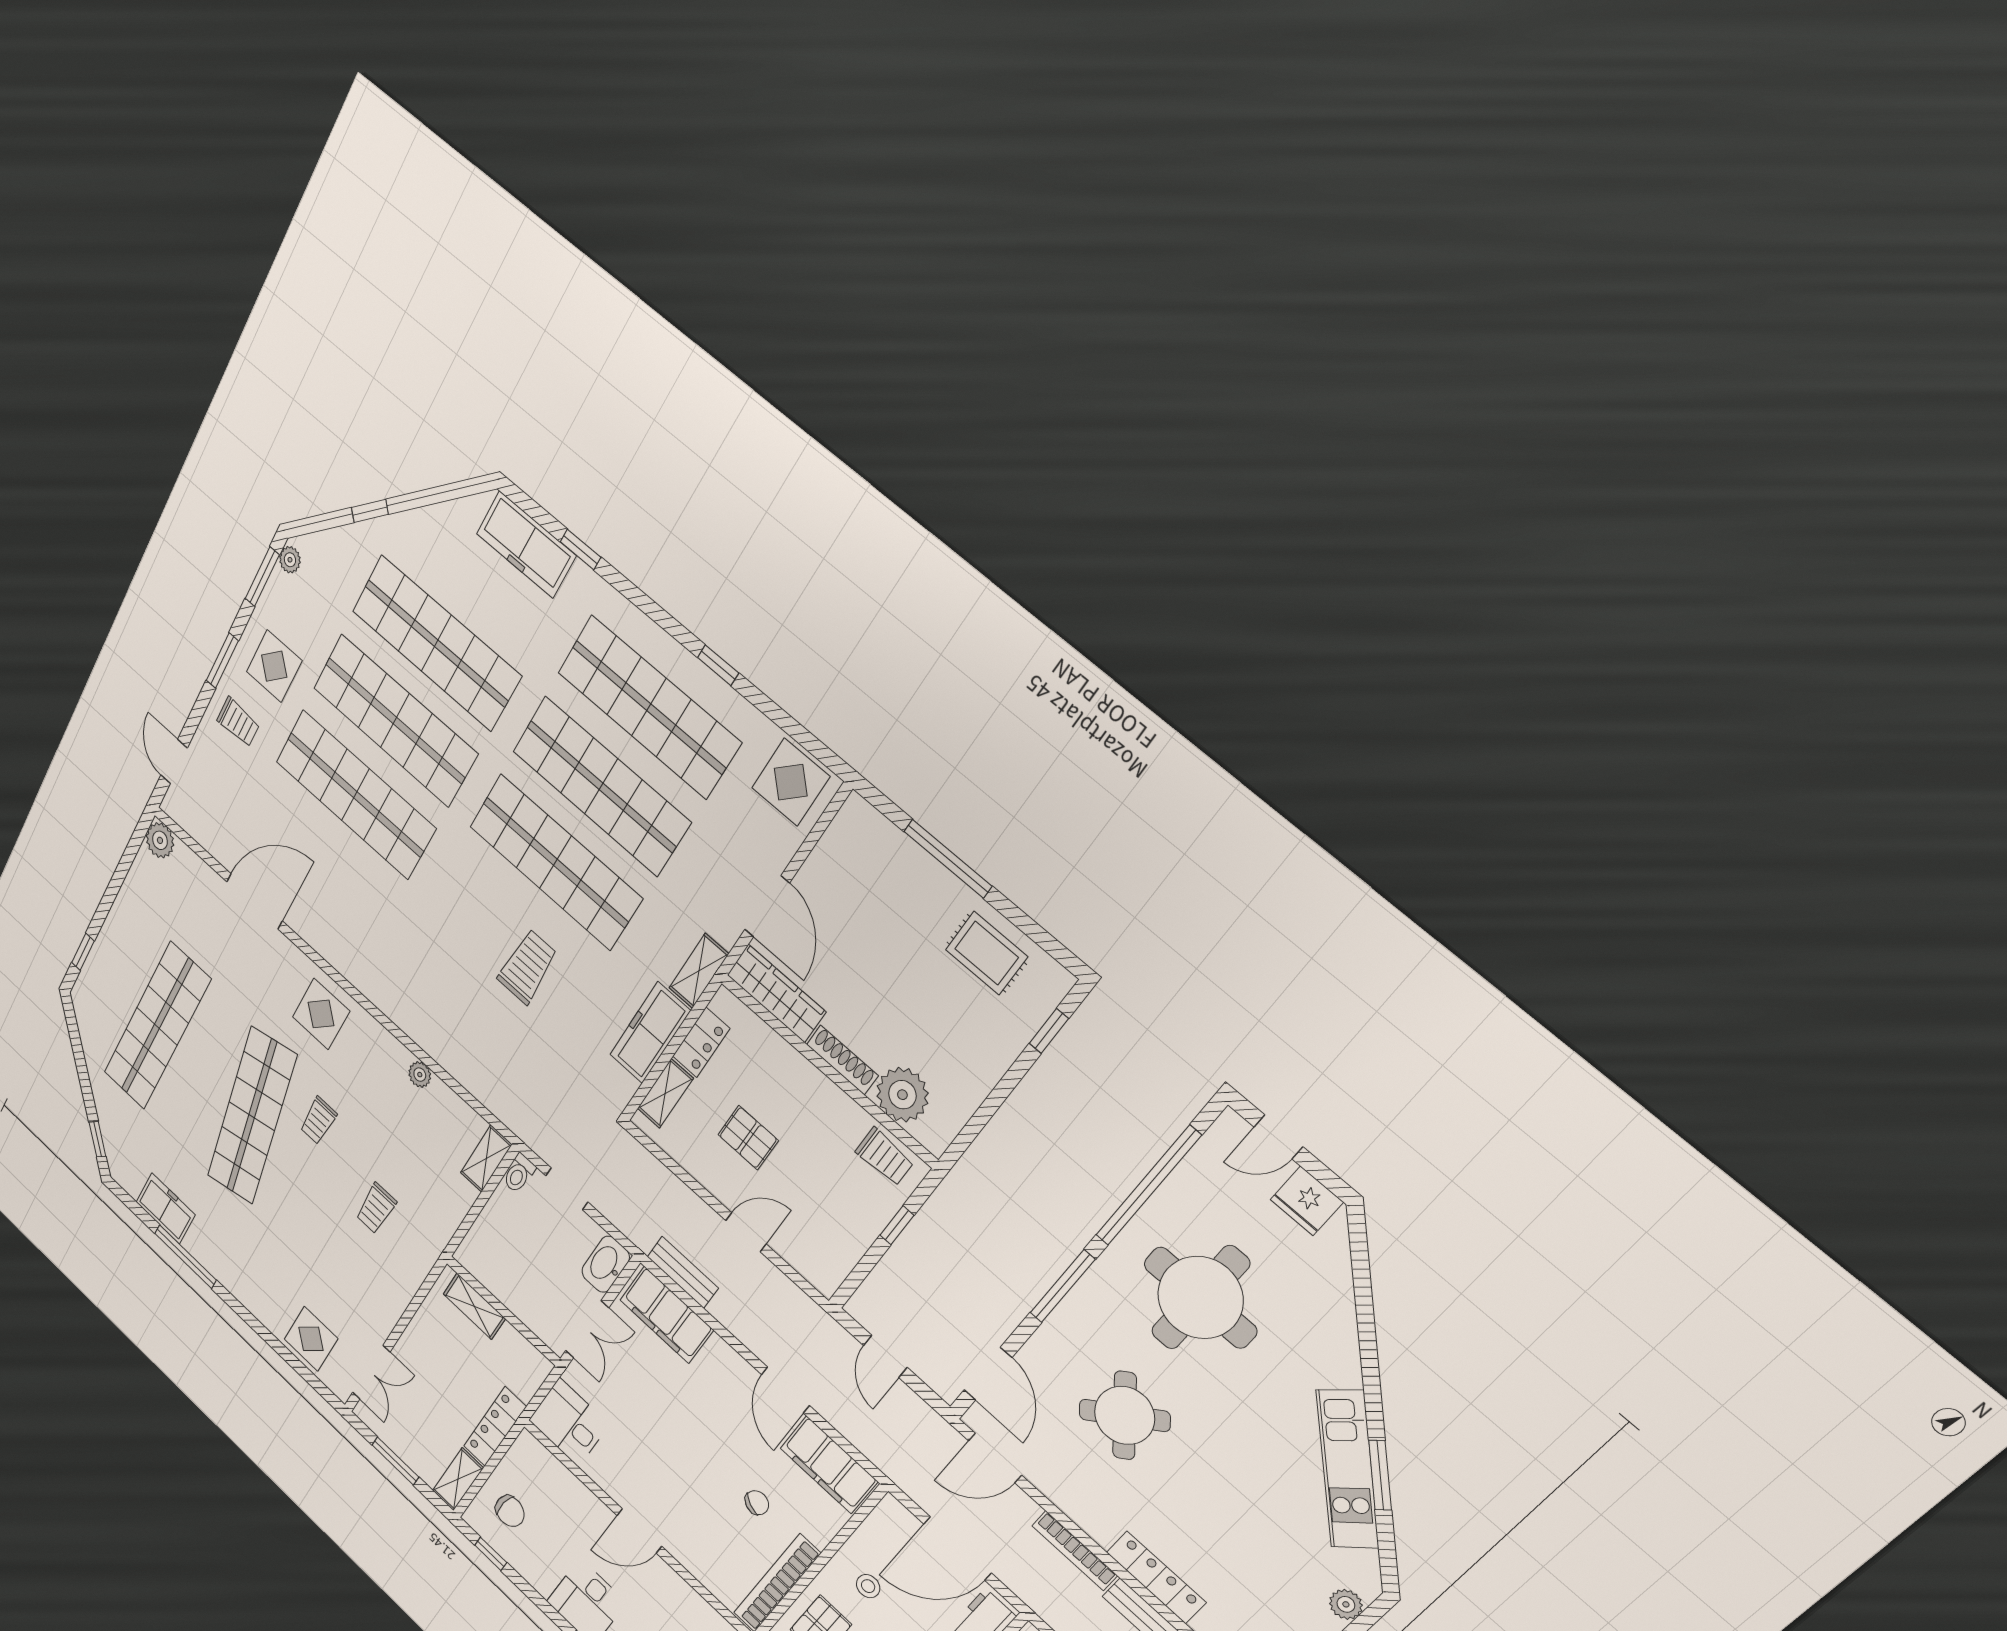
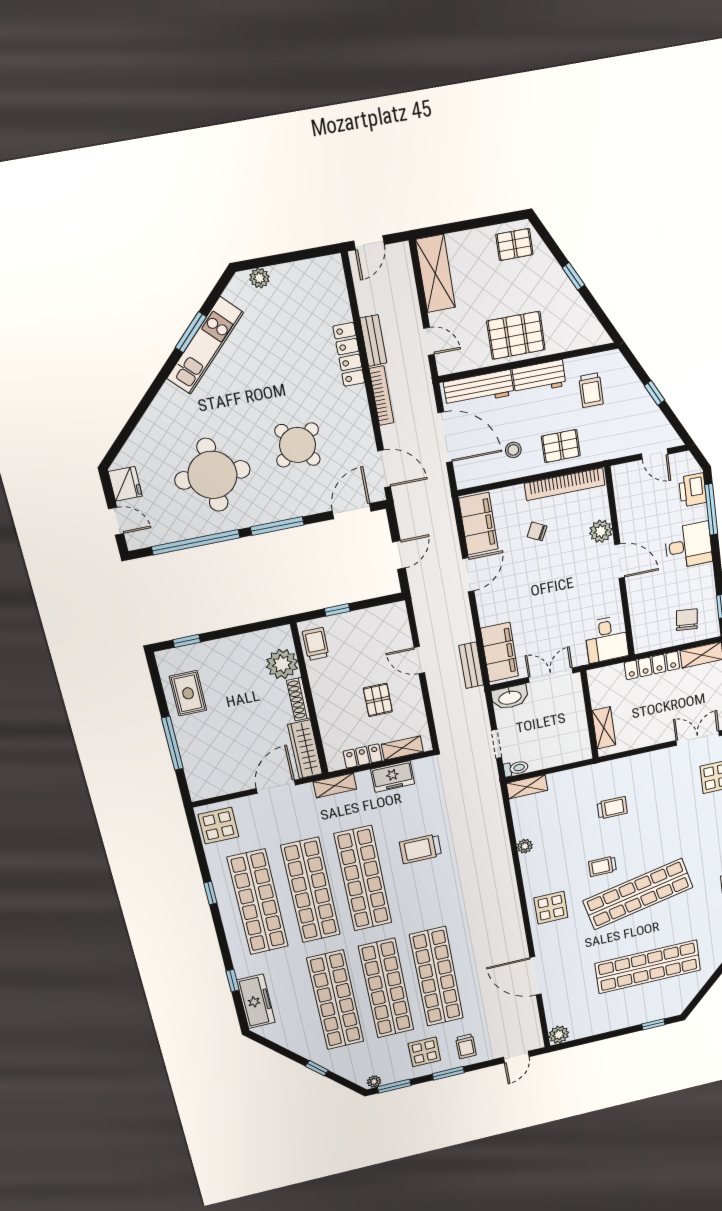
trolley: (238, 722) -> (466, 1046), turned 180
freezer: (650, 1033) -> (393, 777), width x0.71
trolley: (318, 1121) -> (602, 866), turned 180
plant: (690, 1553) -> (601, 531), added

